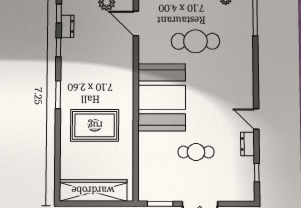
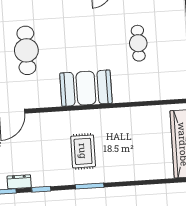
booth: (162, 97) -> (86, 88), width x0.73, depth x0.70
rug: (95, 125) -> (83, 151), moved, width x0.73, depth x0.70

